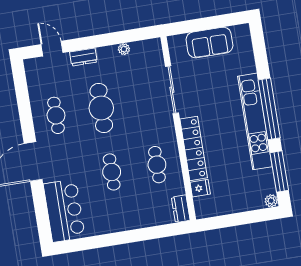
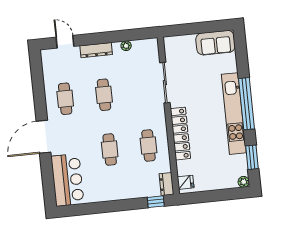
sofa: (209, 43) -> (216, 43), moved
dresser: (83, 57) -> (96, 50), width x1.44
cafe table: (101, 108) -> (104, 95), width x0.73, depth x0.74
window: (279, 171) -> (252, 157), width x0.69
fridge: (200, 188) -> (186, 182), moved
window: (169, 230) -> (156, 202), added

